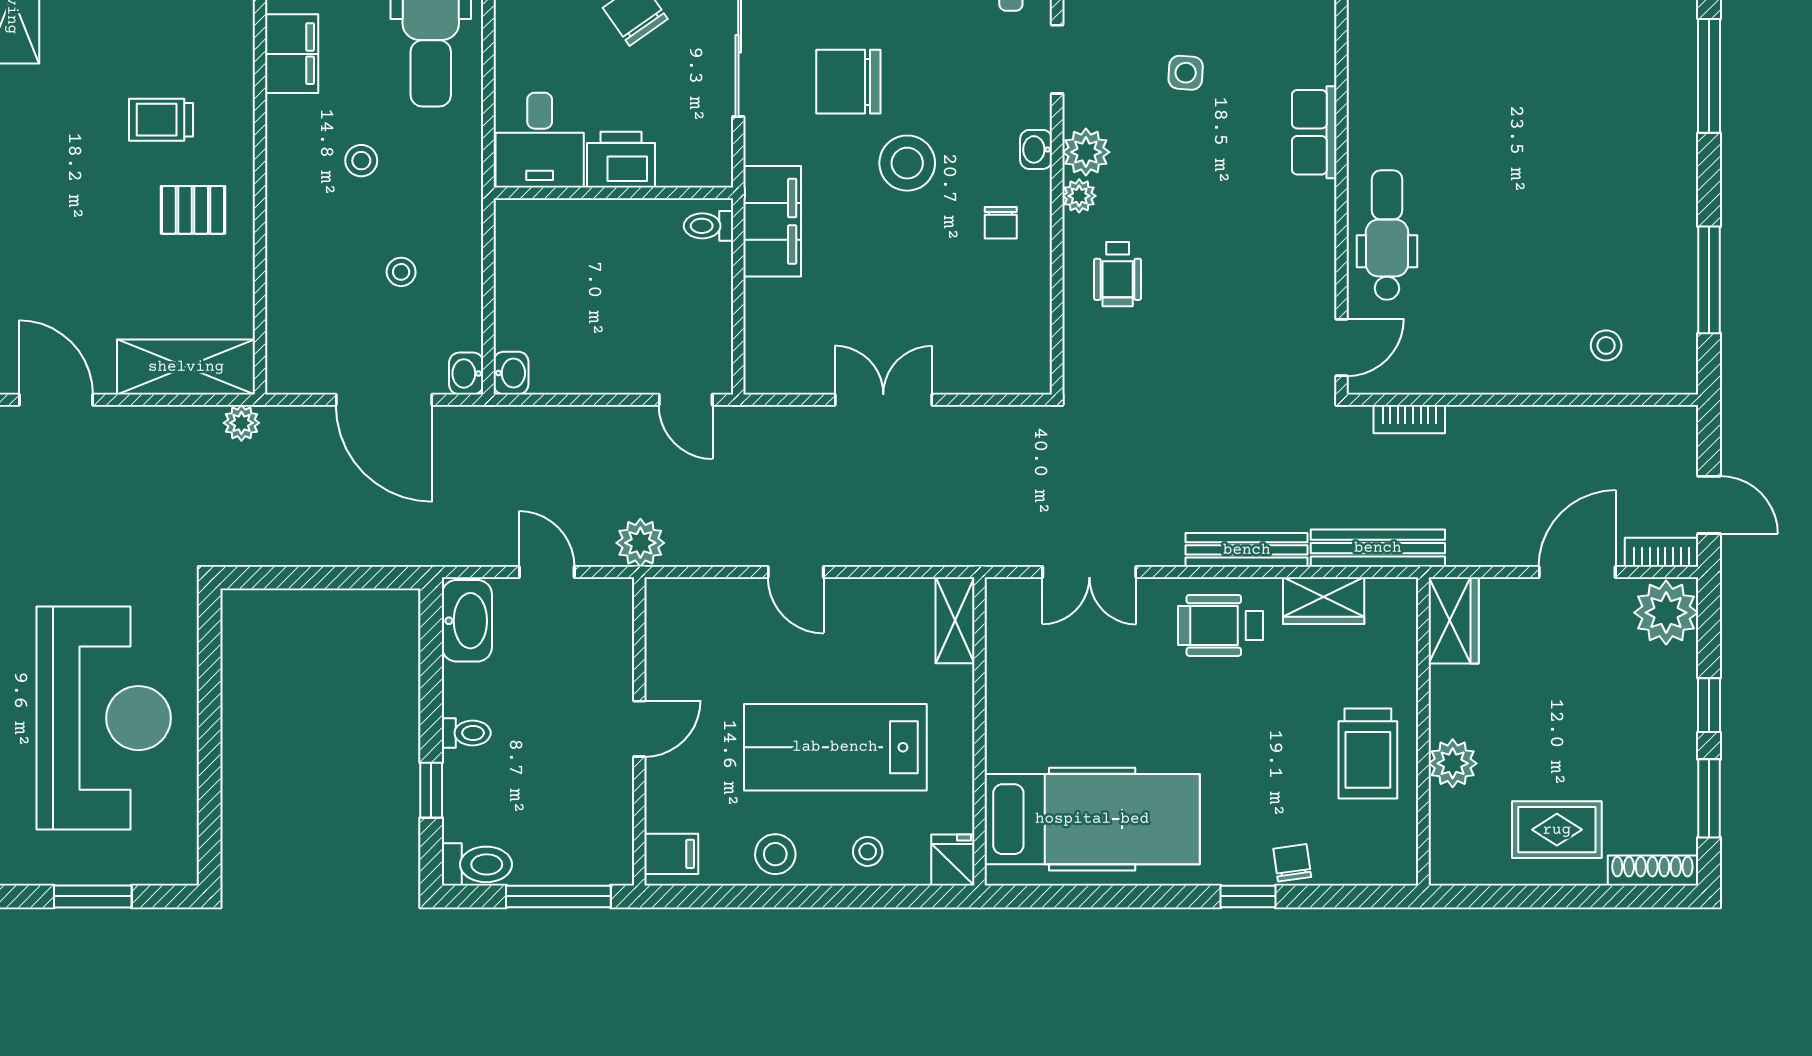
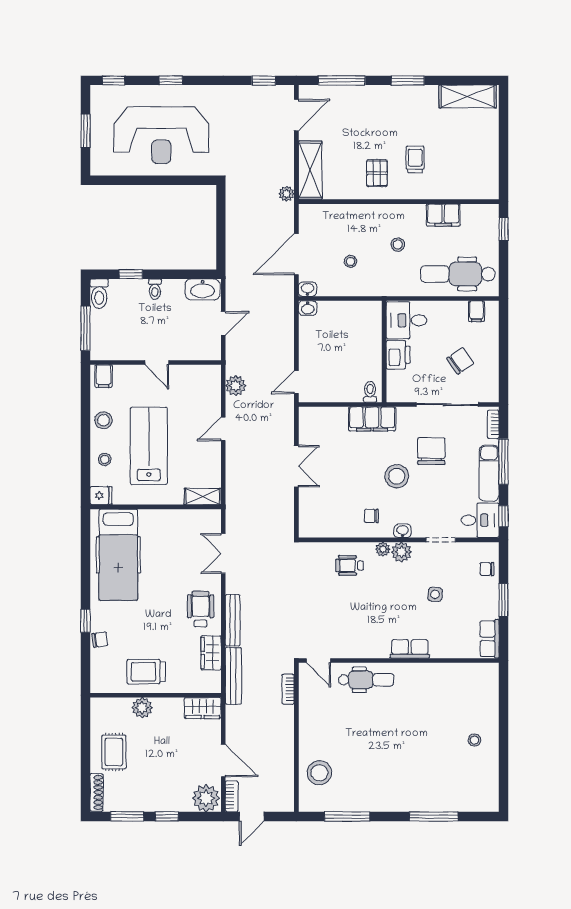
stool: (1606, 345) -> (319, 773), width x1.89, depth x1.89
plant: (640, 543) -> (236, 386), moved

